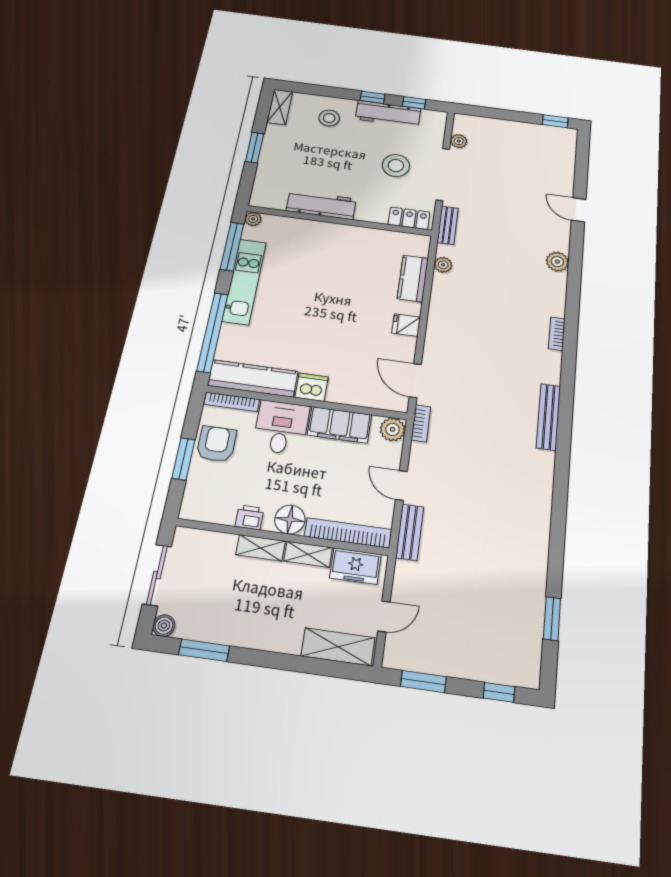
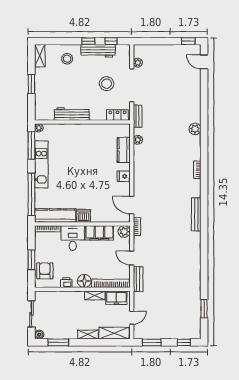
door: (579, 210) -> (204, 62), moved
armchair: (216, 444) -> (45, 271), moved
shelving: (261, 548) -> (88, 335), moved

